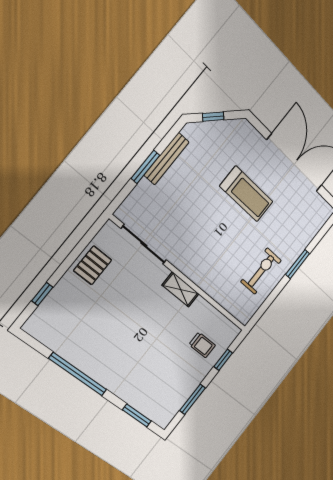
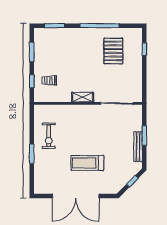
pallet: (93, 265) -> (113, 51), moved, width x1.50, depth x1.42

